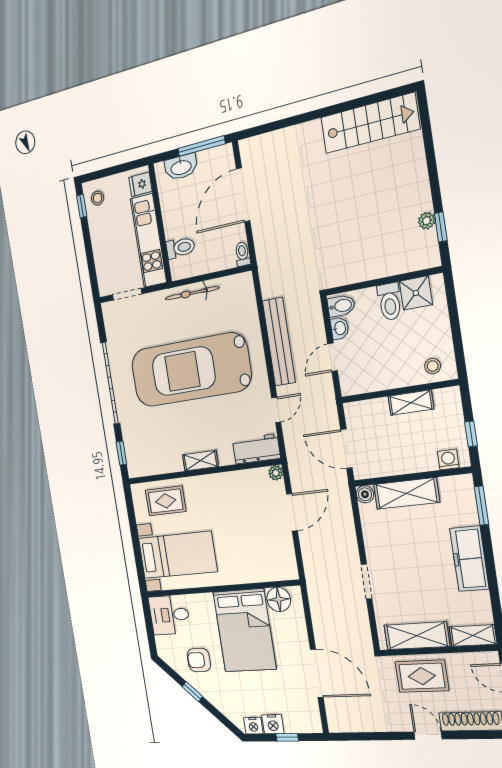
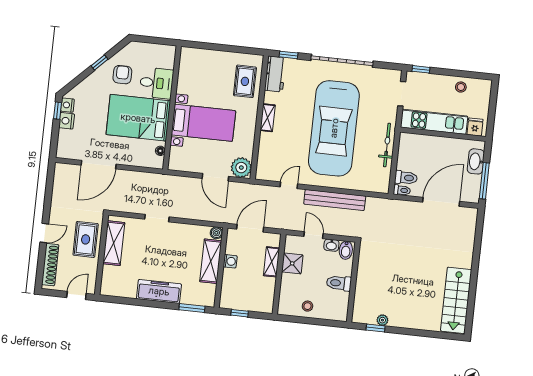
door: (243, 195) -> (441, 202), hinge flipped
stool: (97, 198) -> (461, 87), moved
window: (82, 206) -> (421, 69), moved
toilet: (180, 248) -> (406, 178), moved, turned -90
shower: (416, 293) -> (292, 263), moved
stool: (433, 366) -> (307, 306), moved
car: (190, 370) -> (334, 128), turned 180
shelving: (411, 403) -> (272, 262), moved
door: (276, 410) -> (289, 185), swing flipped
workbench: (256, 449) -> (275, 74), moved
washing machine: (448, 460) -> (230, 261), moved
plant: (276, 473) -> (241, 168), width x1.88, depth x1.88
bed with nightstands: (177, 555) -> (203, 123), moved, turned -90
floor lamp: (279, 599) -> (160, 151), width x0.53, depth x0.53
desk: (169, 615) -> (156, 83), moved, turned 90
shelving: (473, 635) -> (108, 281), removed
window: (287, 737) -> (58, 111), moved

